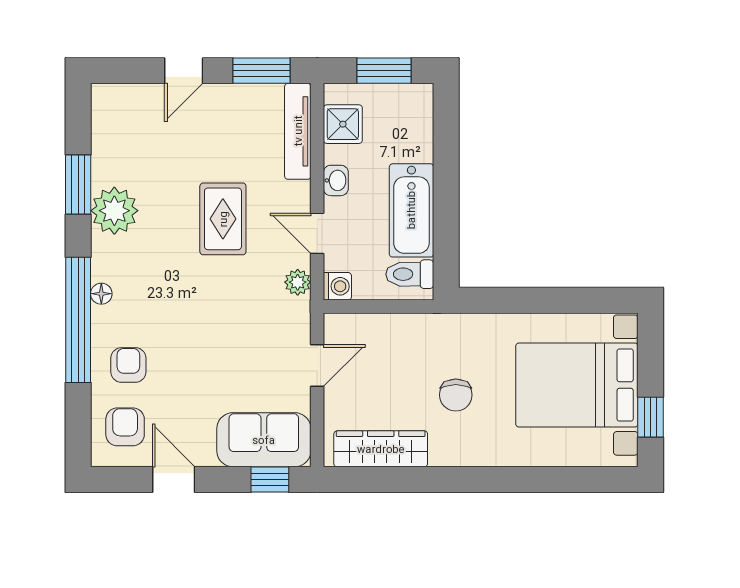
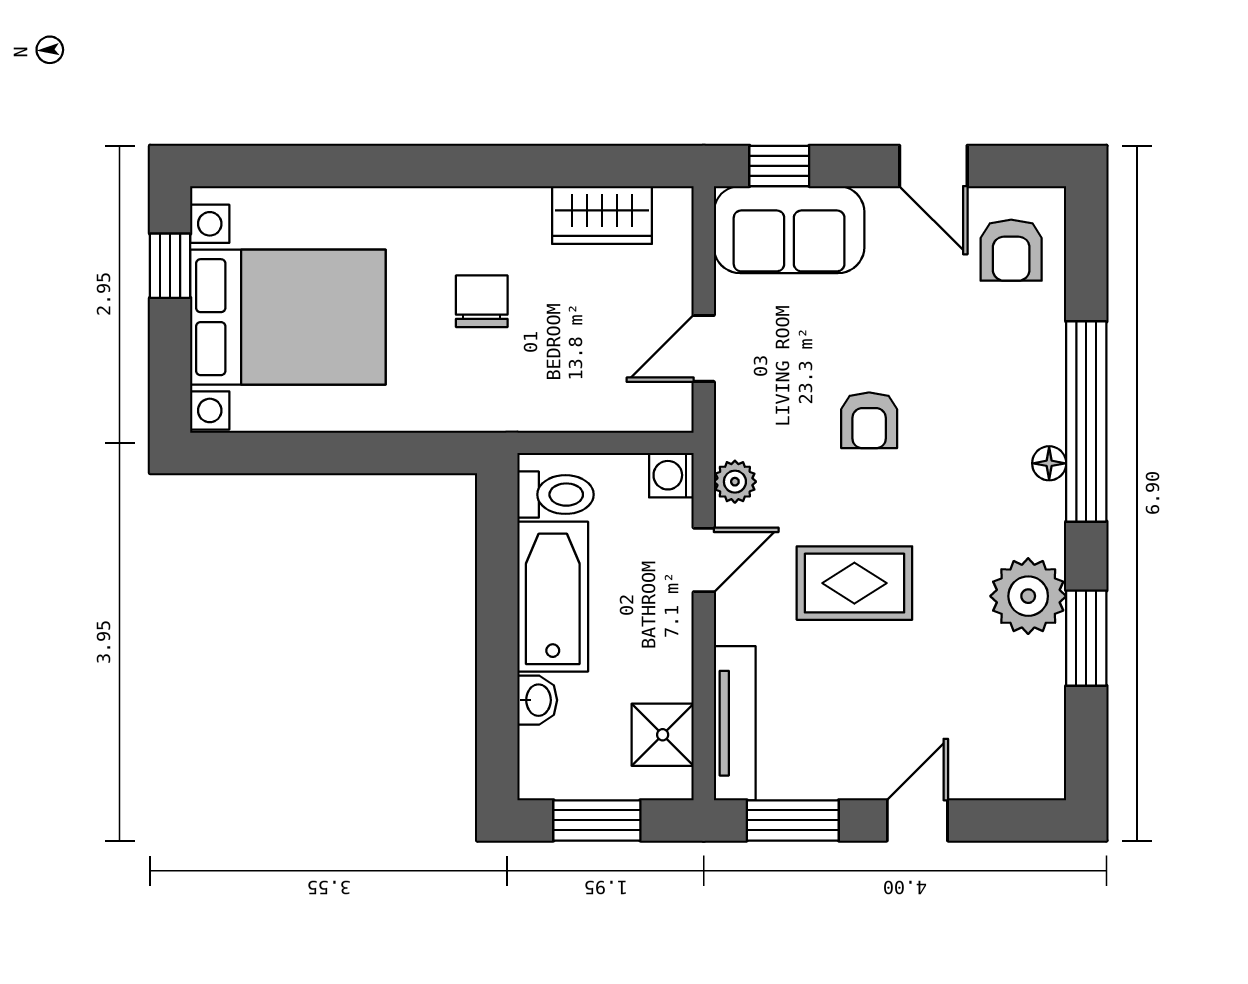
washbasin: (336, 180) -> (537, 700), moved, turned 180
rug: (223, 219) -> (854, 583), turned 90
door: (317, 233) -> (704, 560), hinge flipped
armchair: (128, 365) -> (869, 420), moved
wardrobe: (381, 449) -> (602, 215), width x0.67

